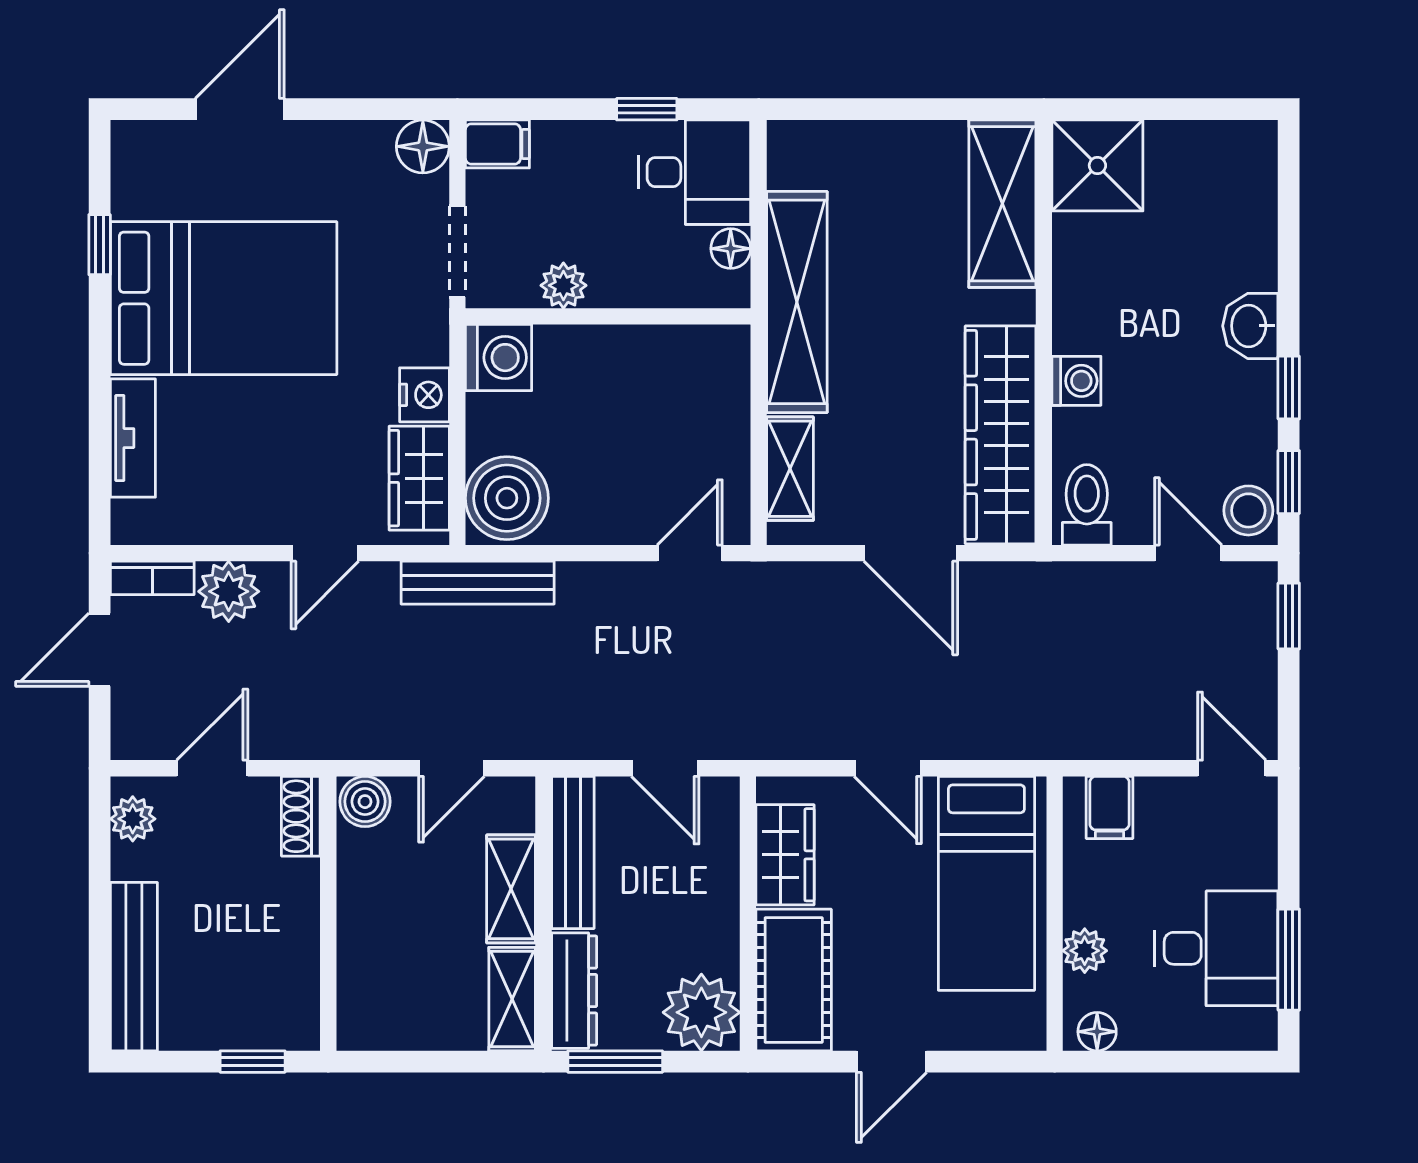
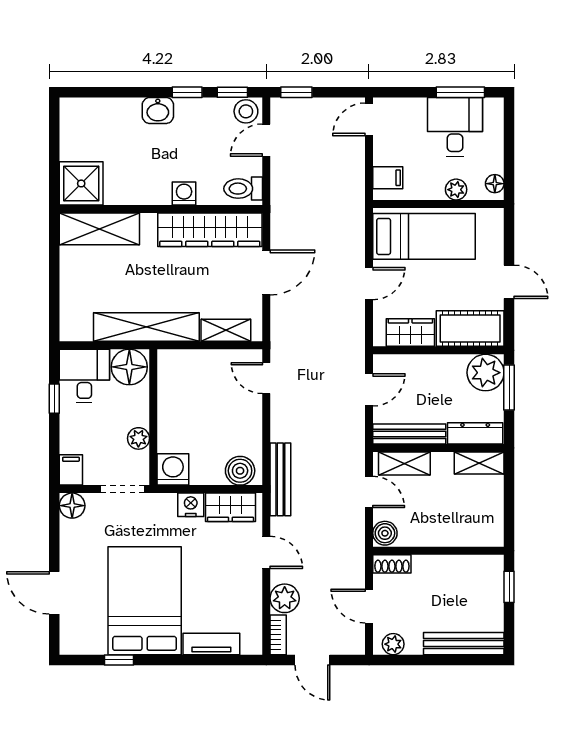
floor lamp: (731, 249) -> (129, 367), width x1.89, depth x1.89
boiler: (507, 498) -> (240, 471), width x0.73, depth x0.73
shelving: (511, 889) -> (404, 463), moved
window: (615, 1062) -> (509, 387), moved

